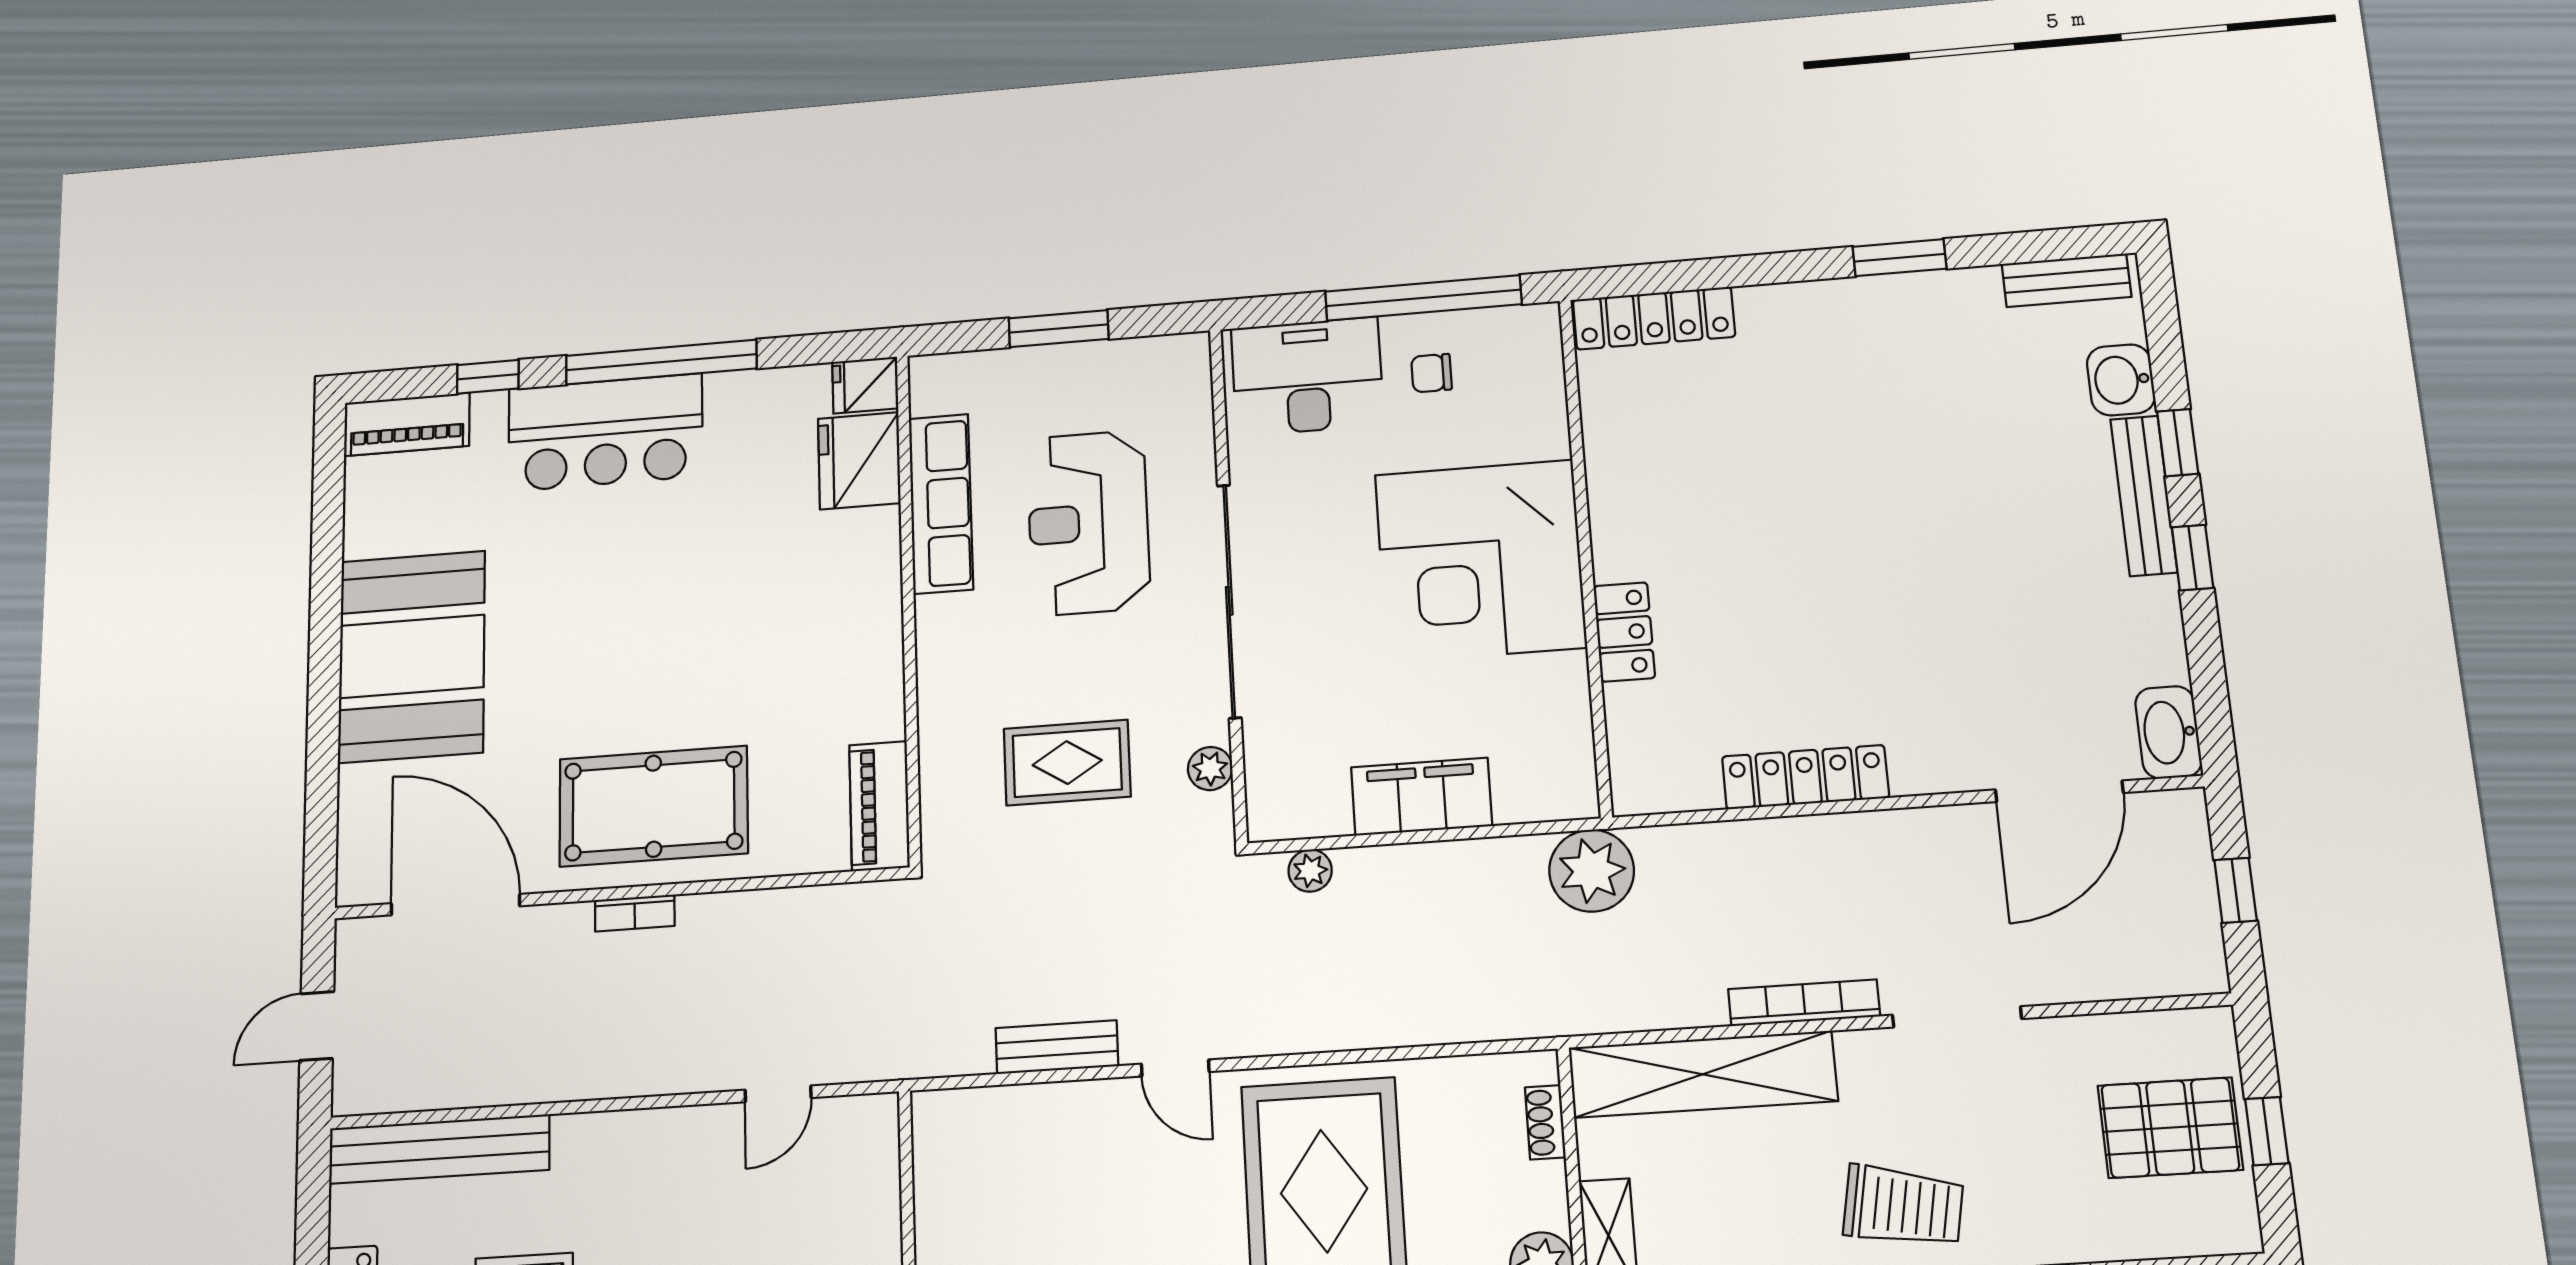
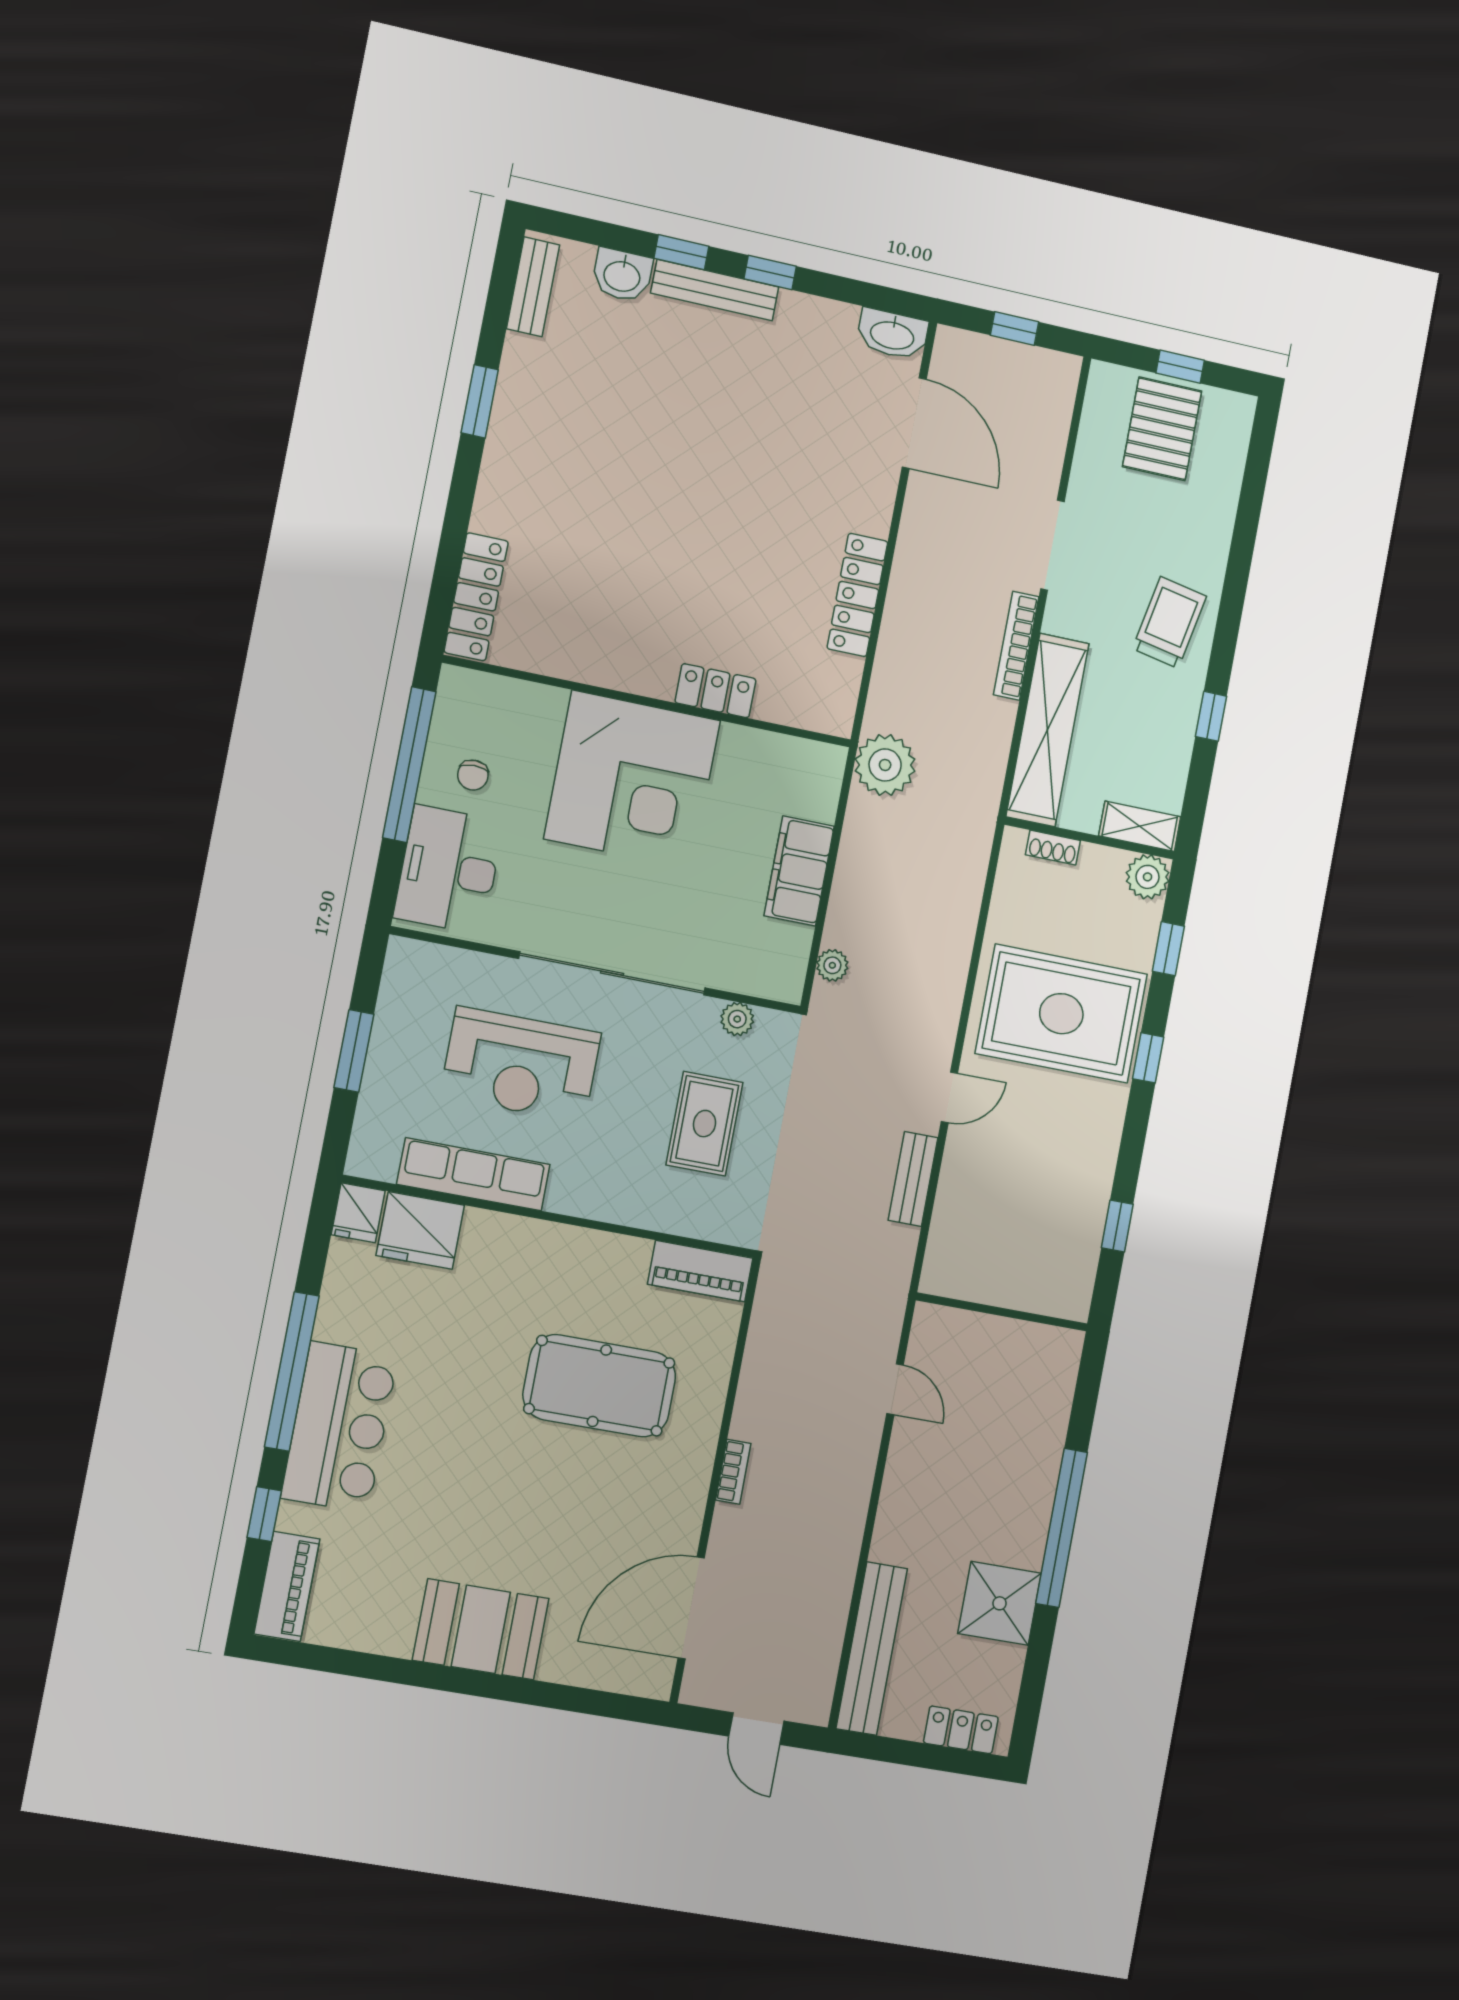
booth: (412, 656) -> (481, 1629), width x0.73, depth x0.70
pool table: (653, 806) -> (599, 1386), moved, turned 90

